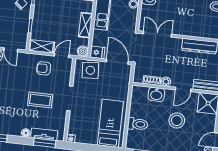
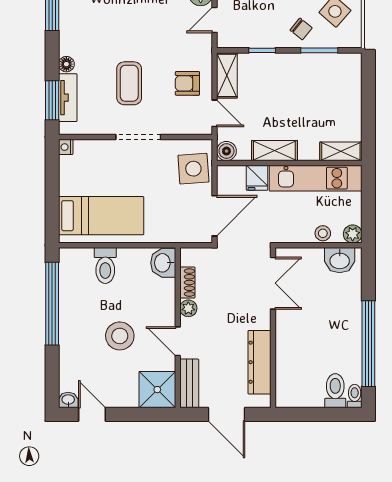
fridge: (97, 52) -> (257, 178), moved
armchair: (44, 68) -> (187, 83), turned -90
washbasin: (156, 94) -> (163, 263), moved

